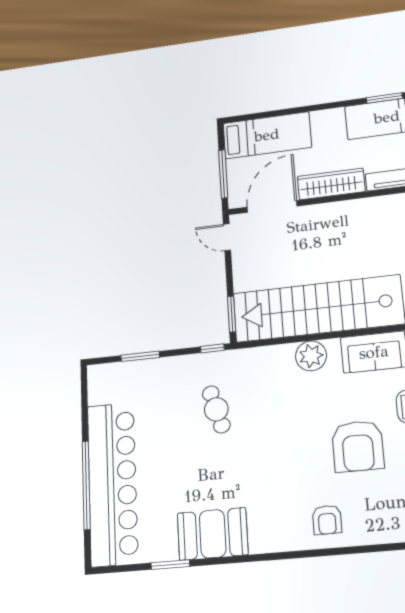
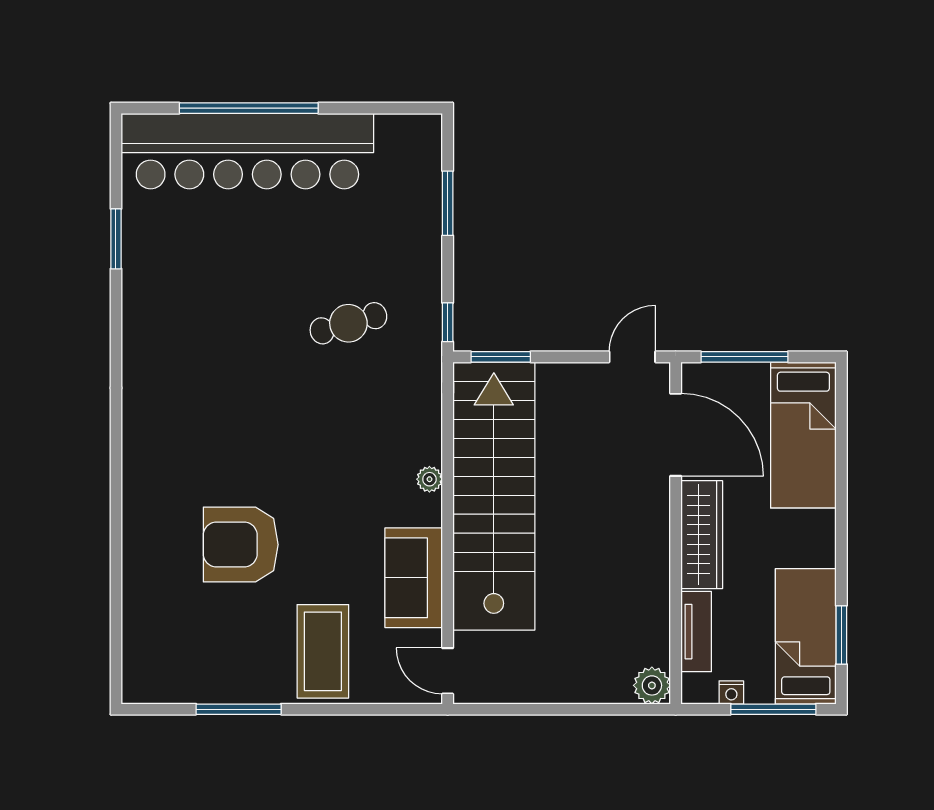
plant: (311, 356) -> (429, 479), width x0.53, depth x0.53
armchair: (358, 446) -> (241, 545), moved
armchair: (327, 520) -> (163, 484), removed
booth: (213, 534) -> (157, 307), removed

